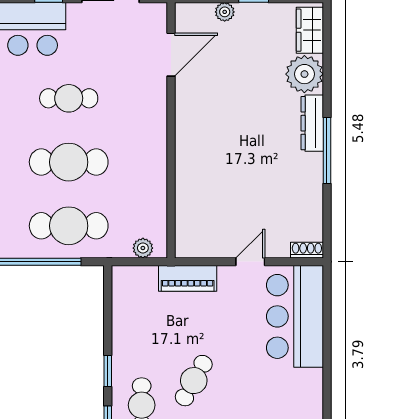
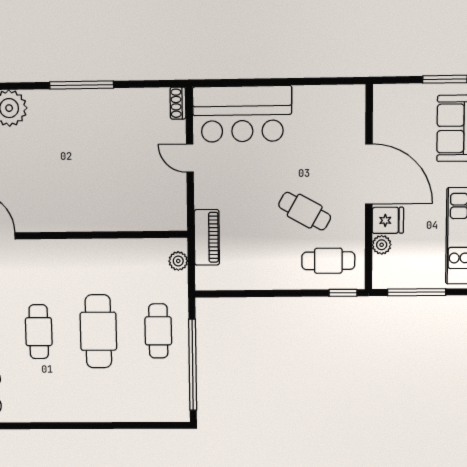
dresser: (312, 123) -> (56, 100), removed
cafe table: (69, 226) -> (158, 331), width x0.73, depth x0.74
piano: (188, 278) -> (207, 237), moved
window: (108, 371) -> (296, 293), removed

